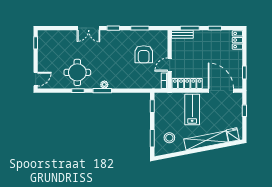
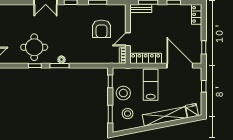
stool: (165, 118) -> (123, 93), added

